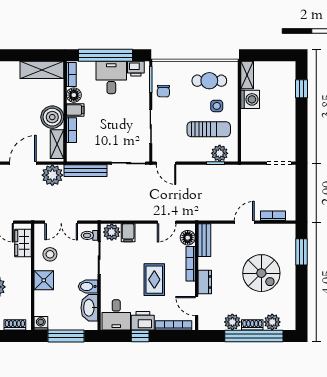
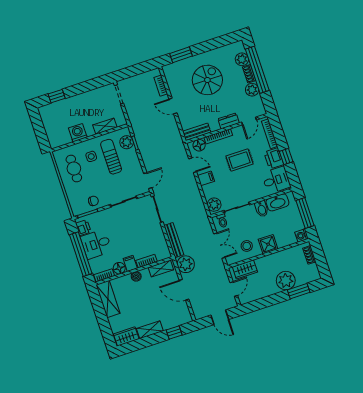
shelving: (247, 75) -> (105, 126), moved
boiler: (52, 117) -> (136, 276), width x0.54, depth x0.54
filing cabinet: (128, 233) -> (206, 178), moved

